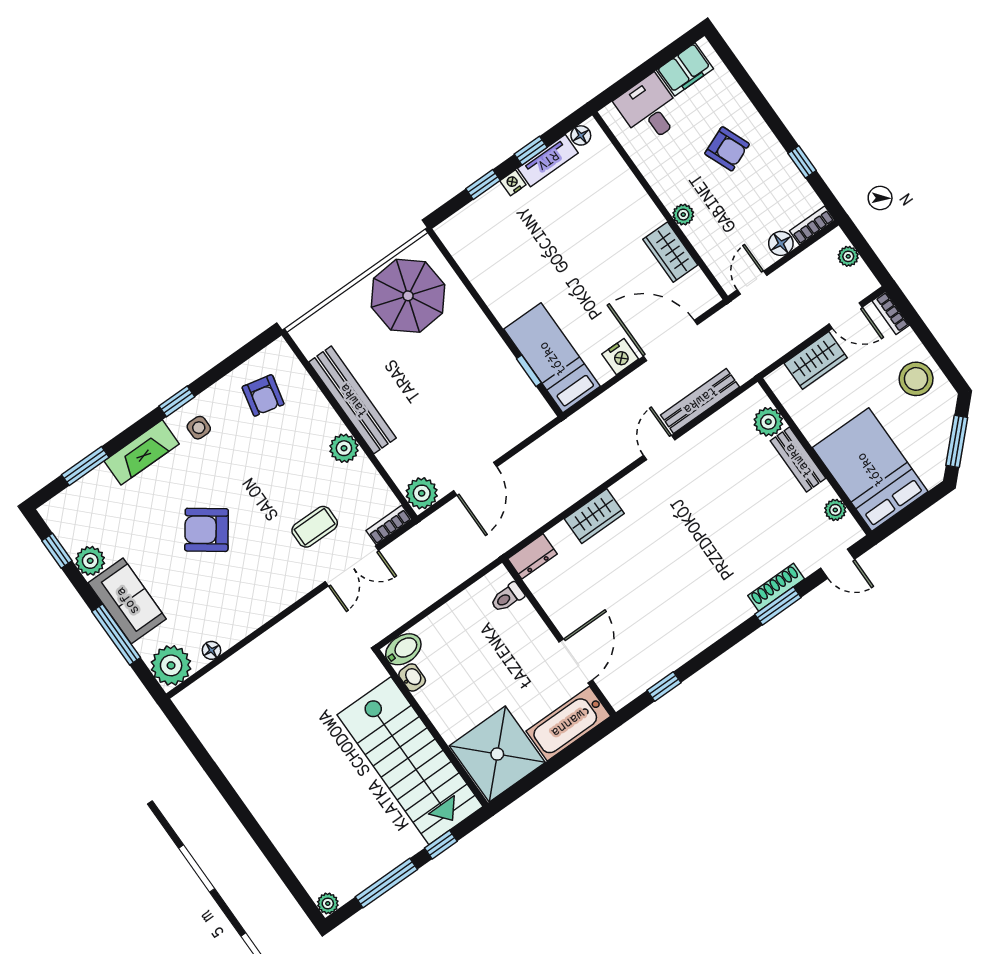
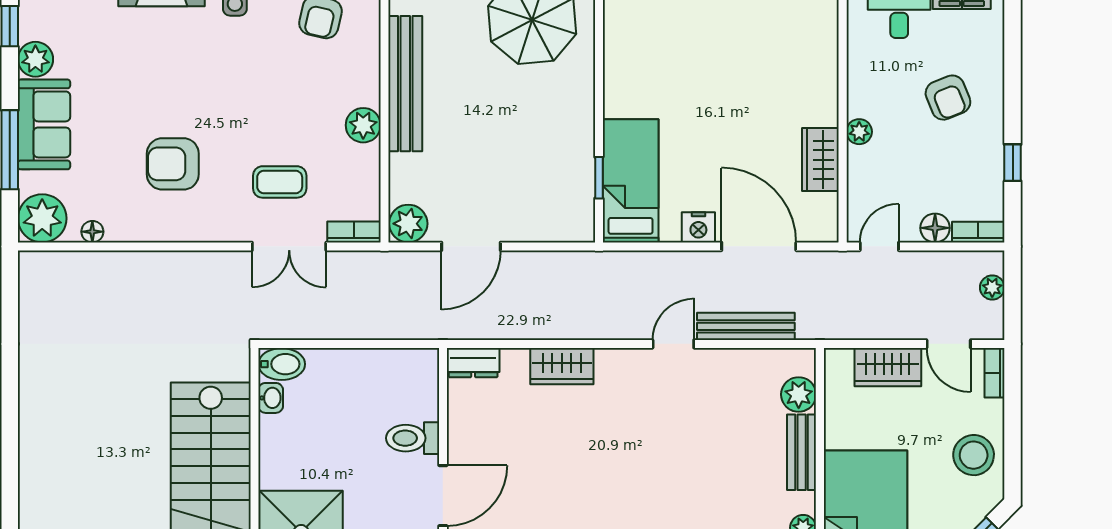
armchair: (207, 530) -> (173, 164), moved, turned -36
toilet: (507, 597) -> (413, 438), moved, width x1.37, depth x1.39

